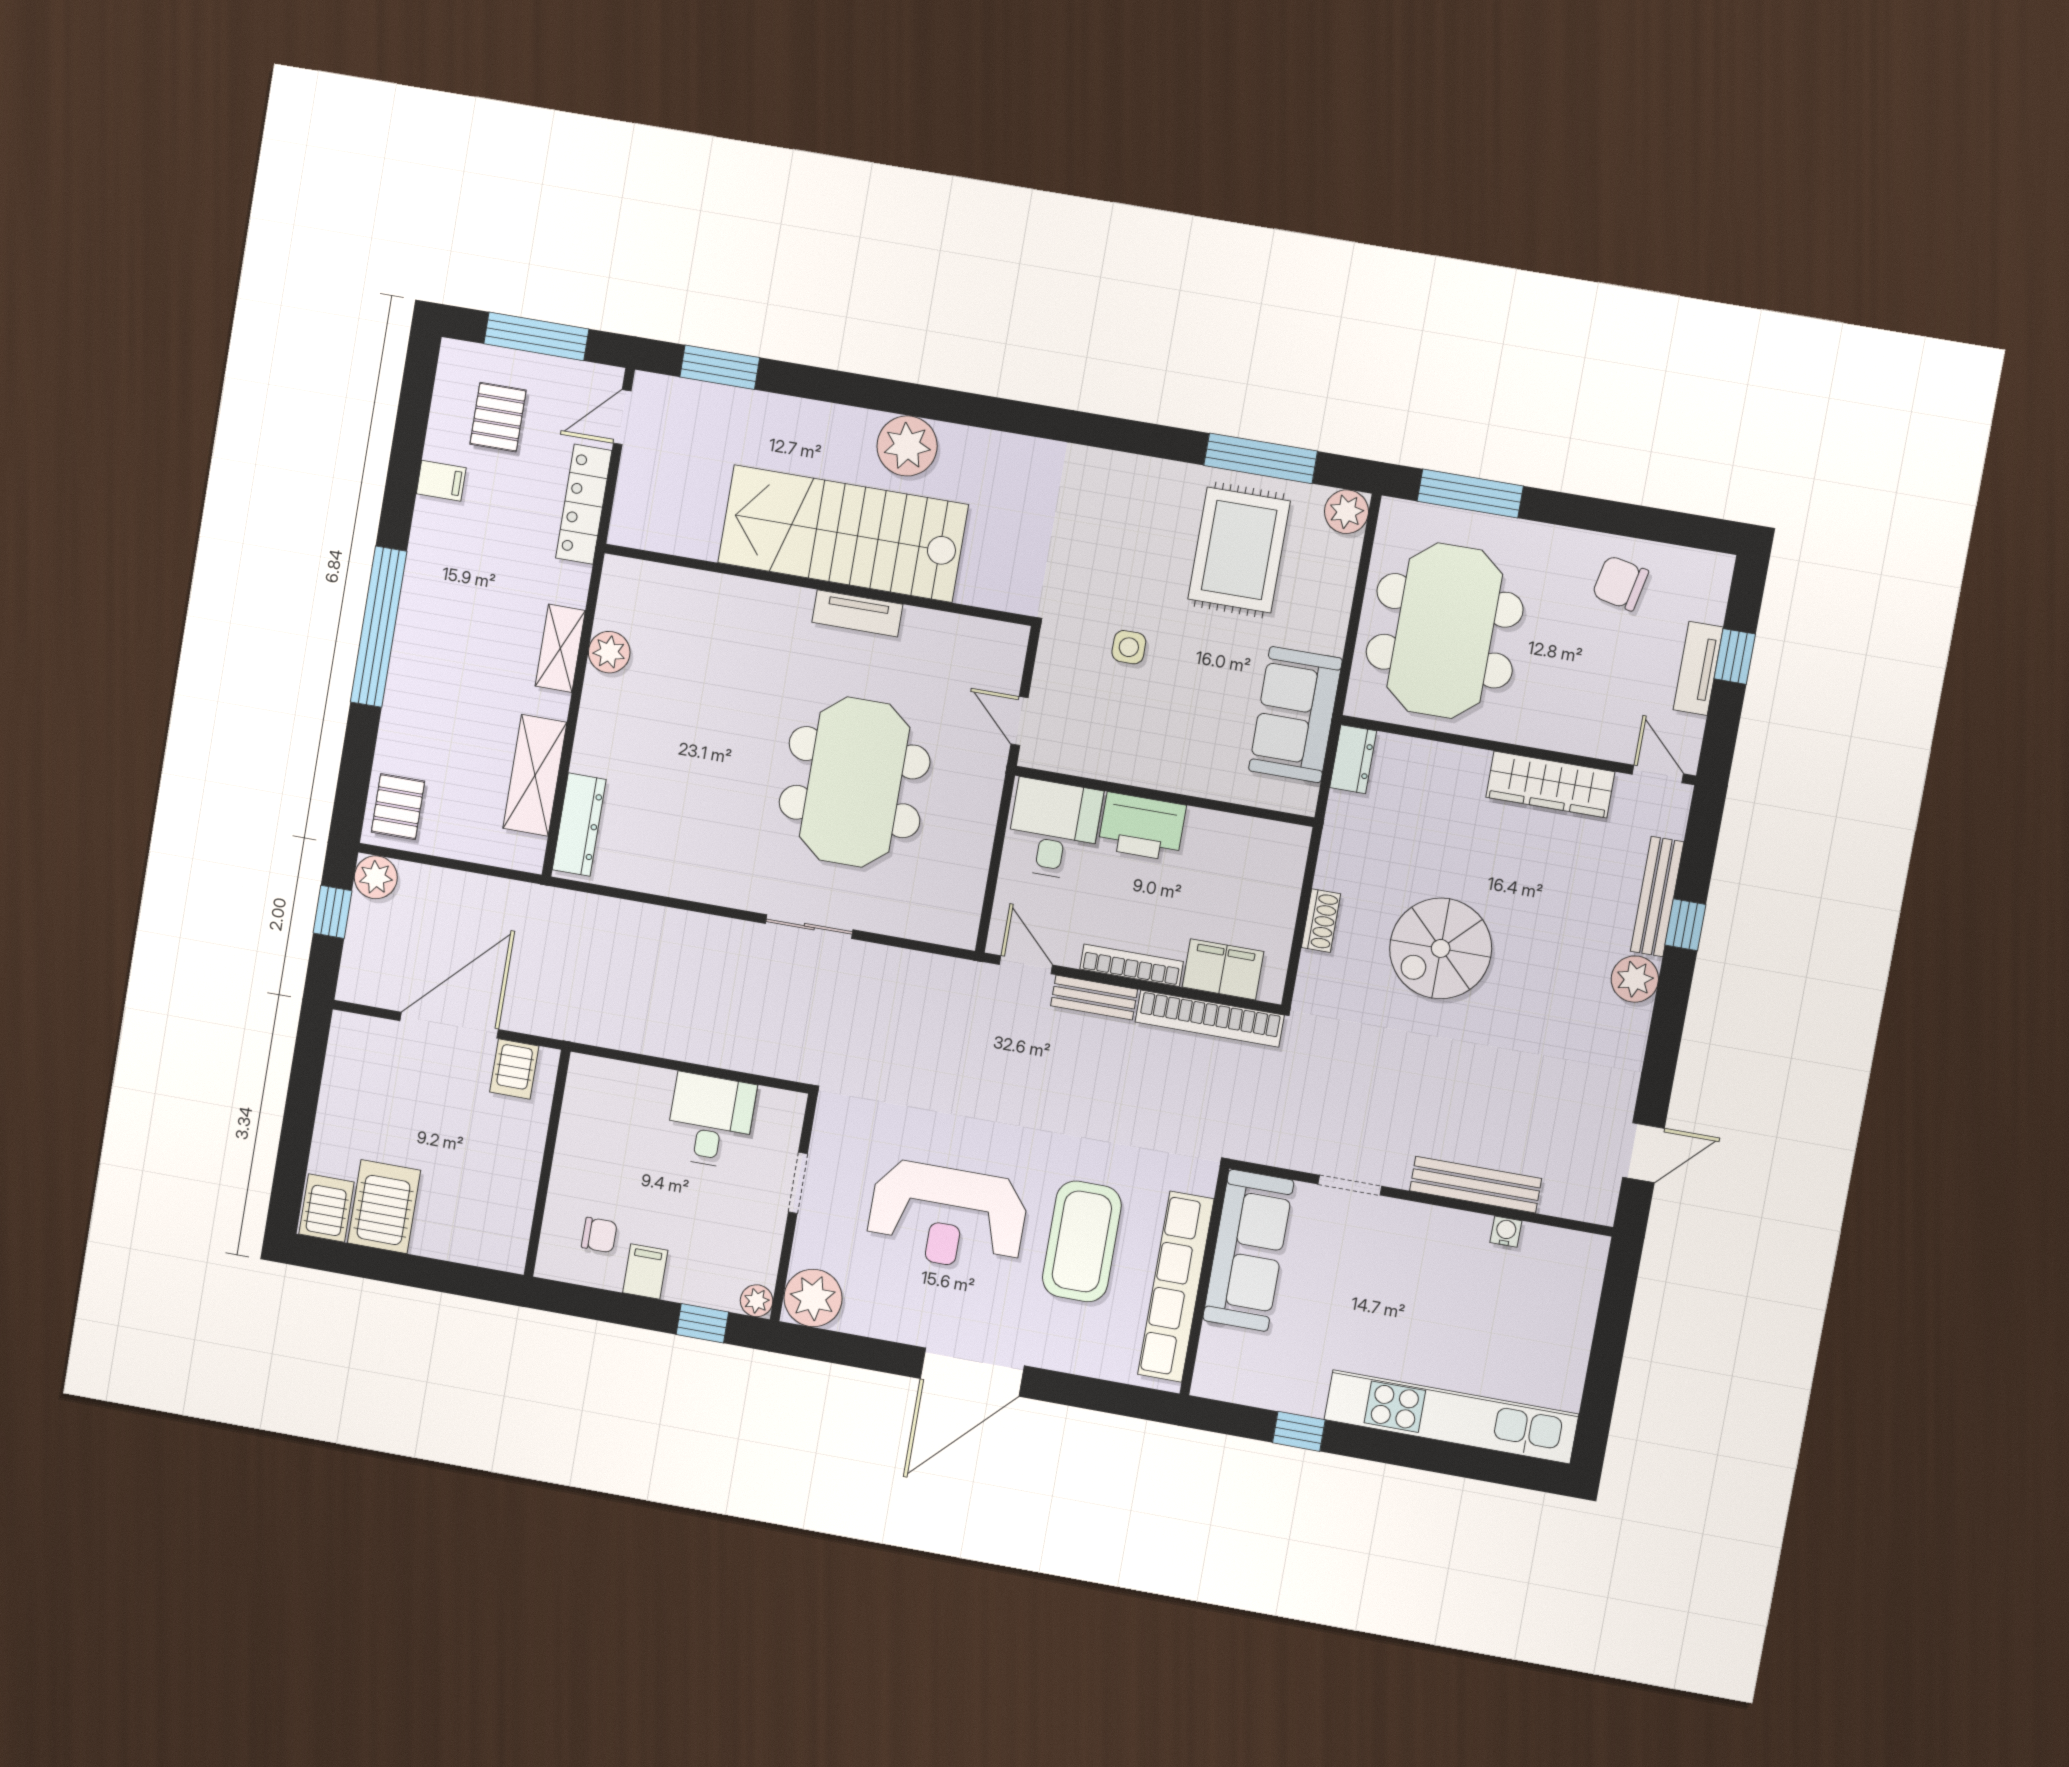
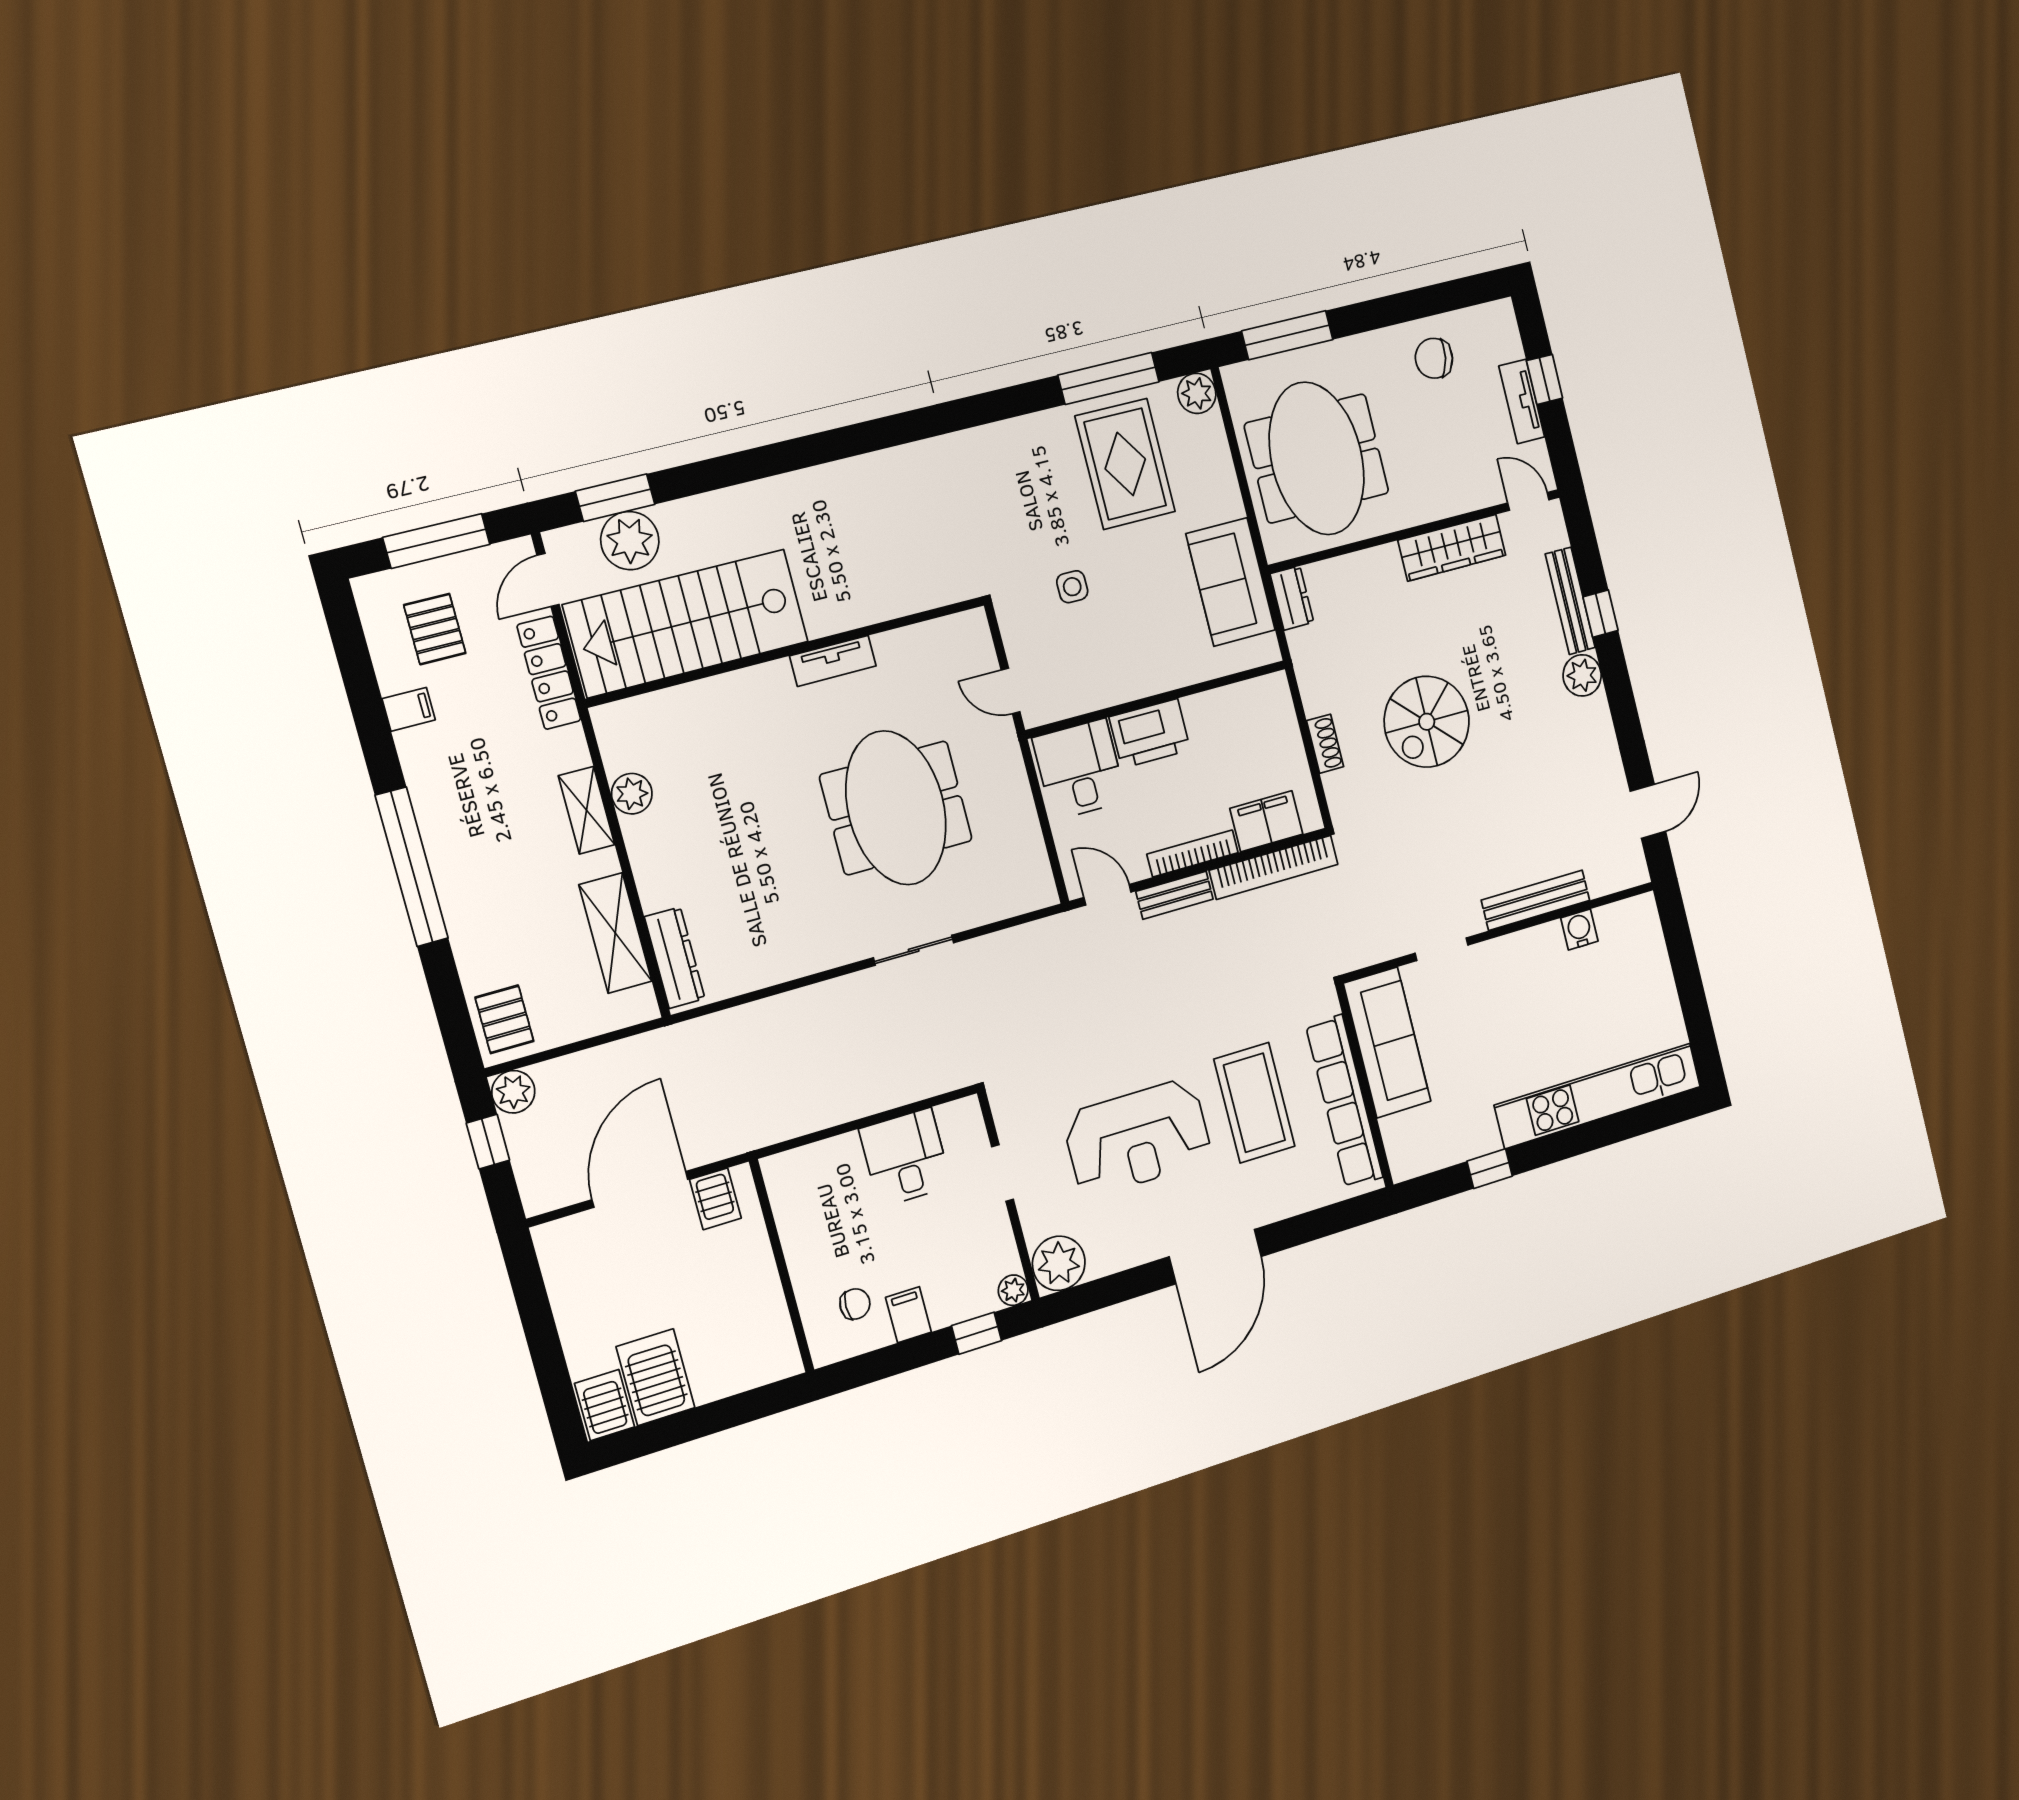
plant: (907, 446) -> (630, 541), moved
stairs: (843, 534) -> (686, 623), moved
water cooler: (1506, 1232) -> (1579, 930), width x1.38, depth x1.38

